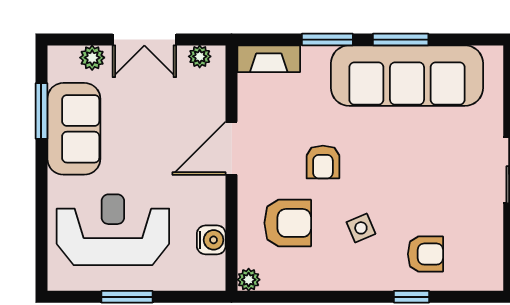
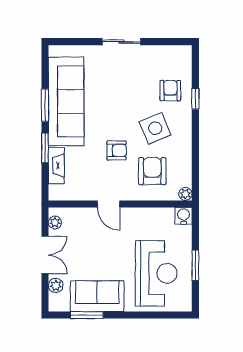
fireplace: (269, 59) -> (56, 166), moved
door: (232, 148) -> (109, 204), width x0.73
side table: (361, 228) -> (155, 128), width x1.87, depth x1.87
reception desk: (113, 230) -> (156, 273), turned 180
water cooler: (211, 240) -> (184, 216), moved

